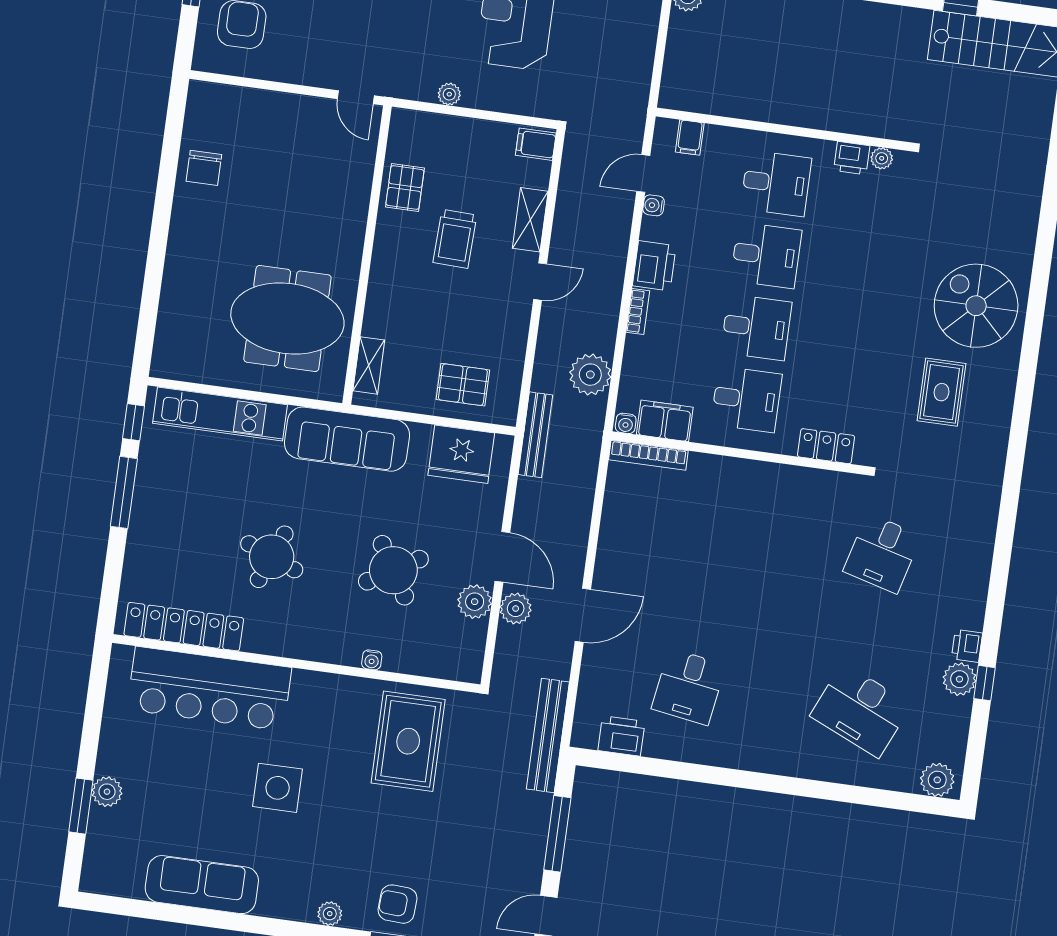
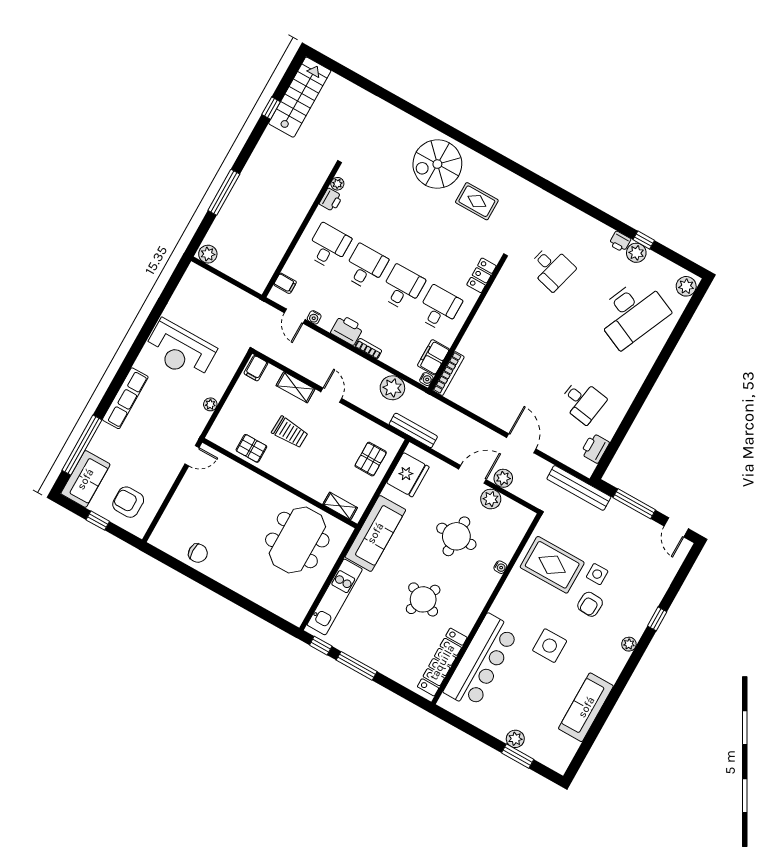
round table: (393, 570) -> (456, 536), turned 31
desk: (861, 710) -> (632, 313), width x1.36, depth x1.30
side table: (422, 819) -> (597, 574), added
armchair: (397, 904) -> (590, 604), moved

